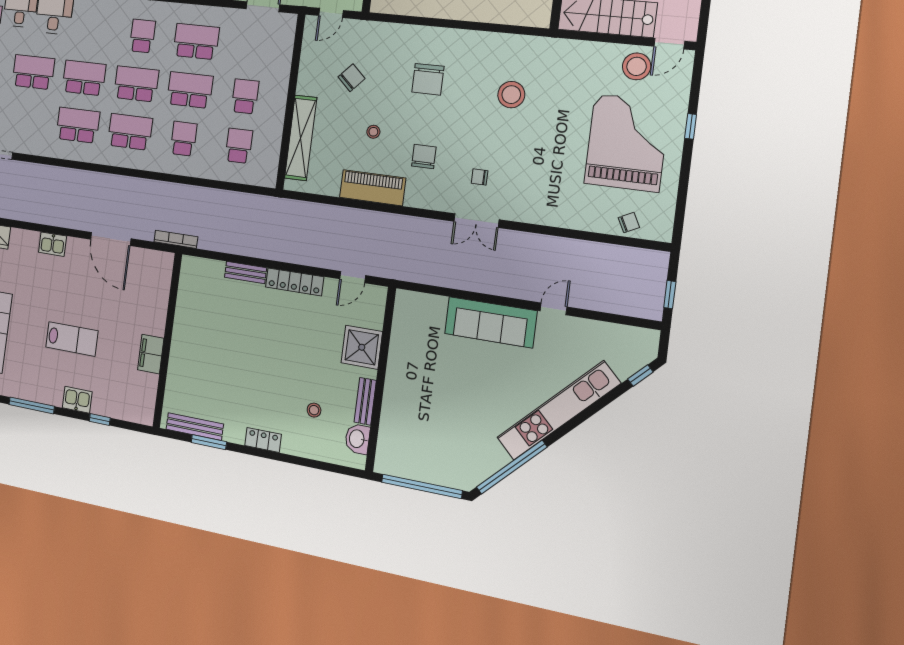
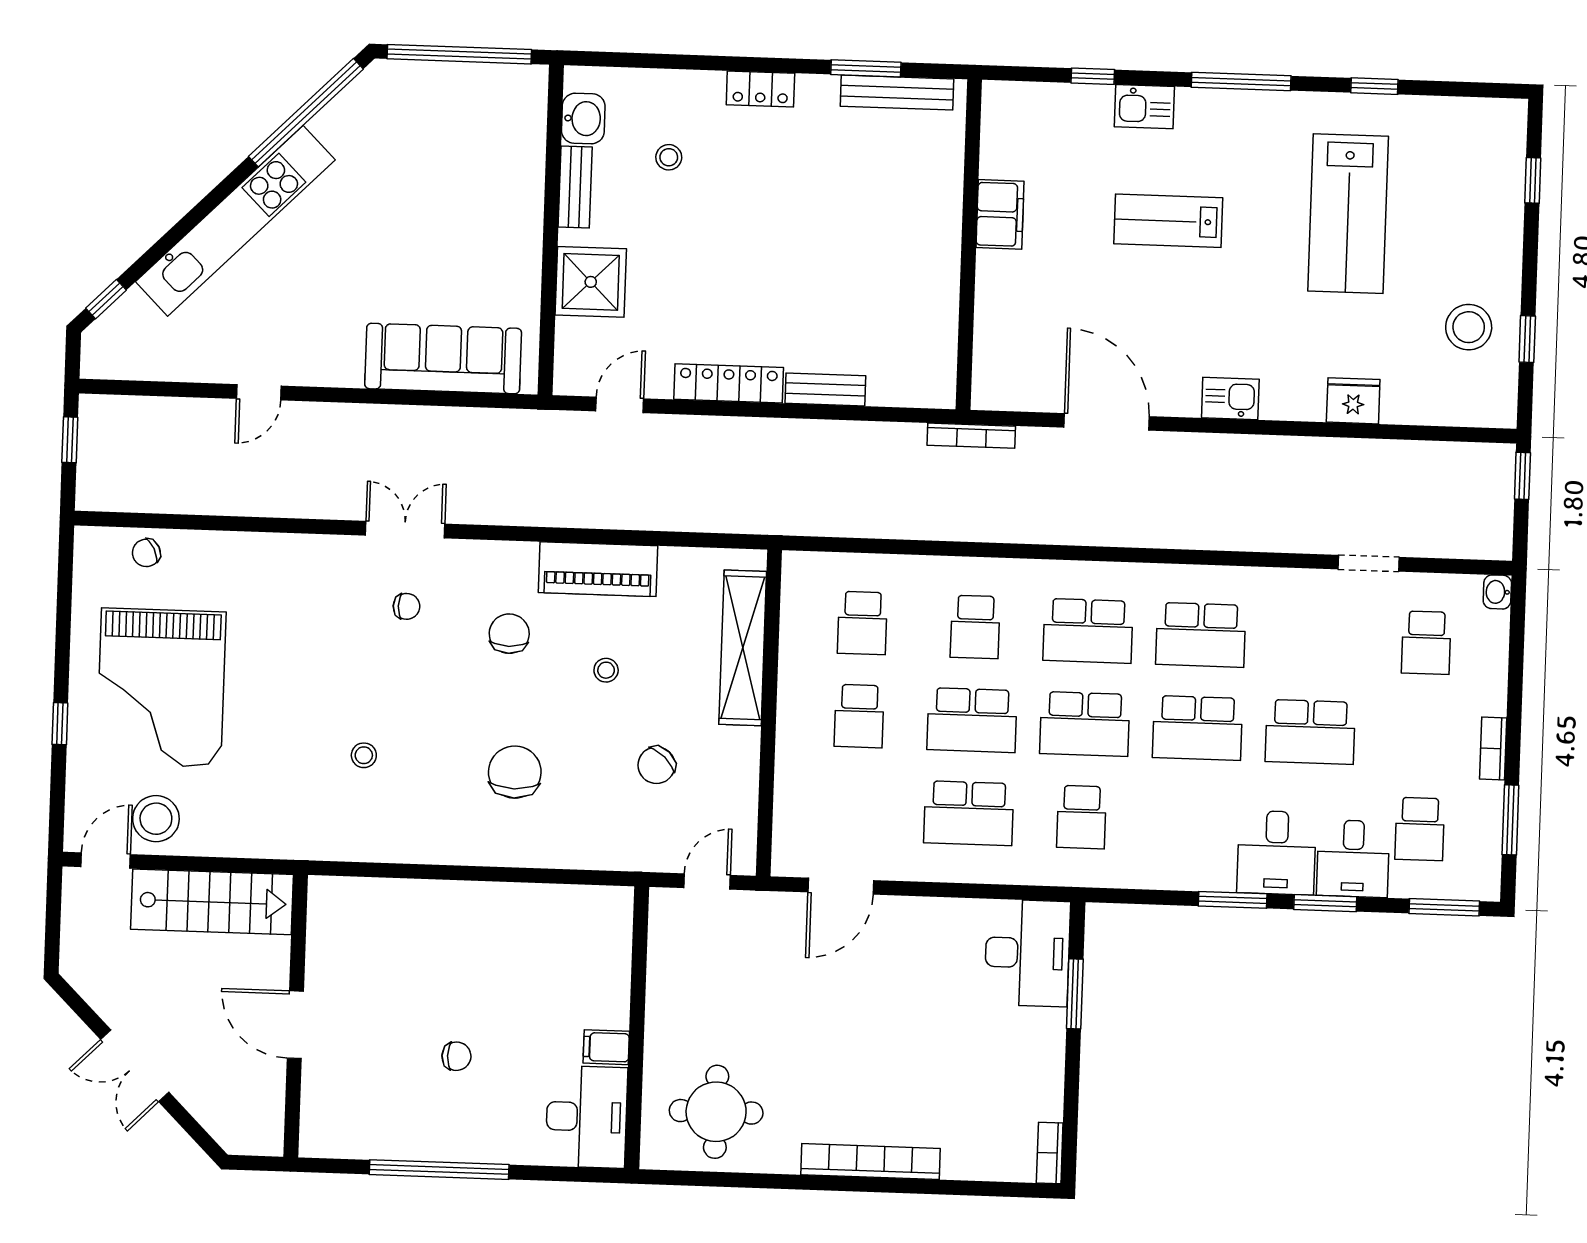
stool: (511, 95) -> (364, 755), width x0.53, depth x0.53
chair: (424, 156) -> (509, 634), turned 180
sofa: (491, 322) -> (443, 358), moved

